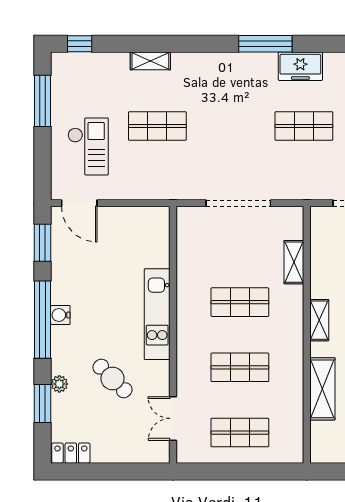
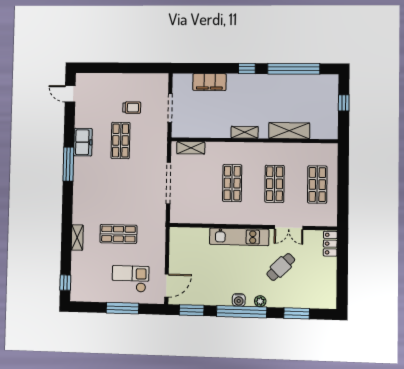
window: (42, 101) -> (123, 308), moved
shop shelf: (157, 126) -> (118, 234), turned 90
shelving: (294, 262) -> (191, 148), moved
plant: (59, 384) -> (260, 301), moved
double door: (173, 418) -> (289, 228), moved
locker: (71, 453) -> (330, 244), moved

